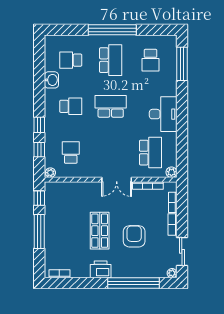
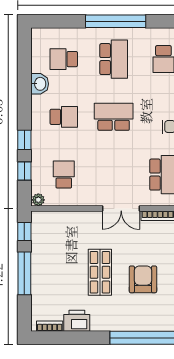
printer: (101, 269) -> (77, 321), moved

